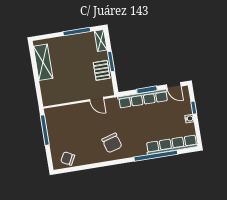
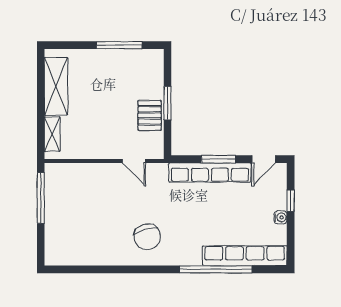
shelving: (101, 41) -> (52, 134), moved
door: (174, 85) -> (264, 159), hinge flipped
chair: (68, 159) -> (71, 251), removed

